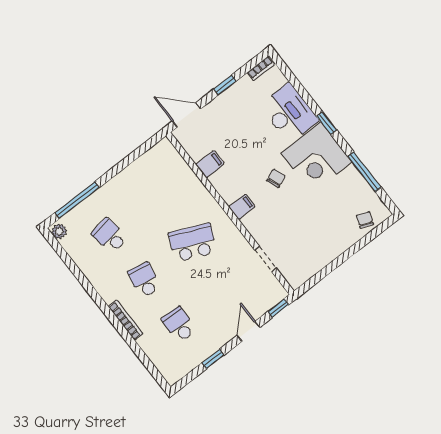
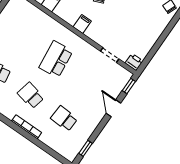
school desk: (193, 243) -> (56, 59), turned -30
printer: (295, 279) -> (134, 62), added
window: (213, 359) -> (86, 148), moved

